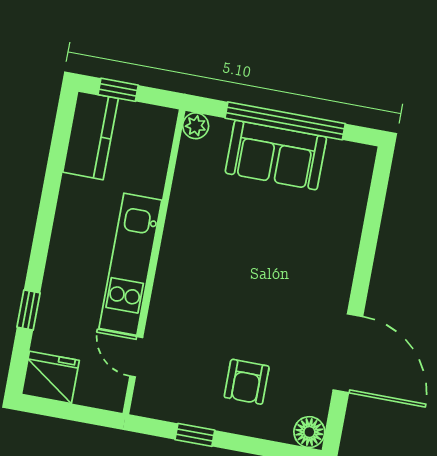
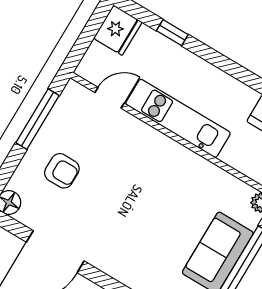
armchair: (247, 382) -> (62, 171), turned 180
window: (195, 435) -> (37, 119), width x2.17

